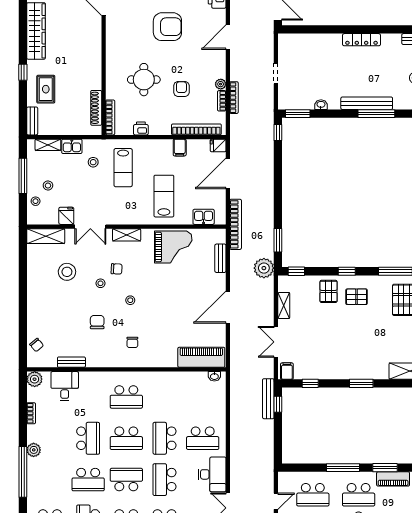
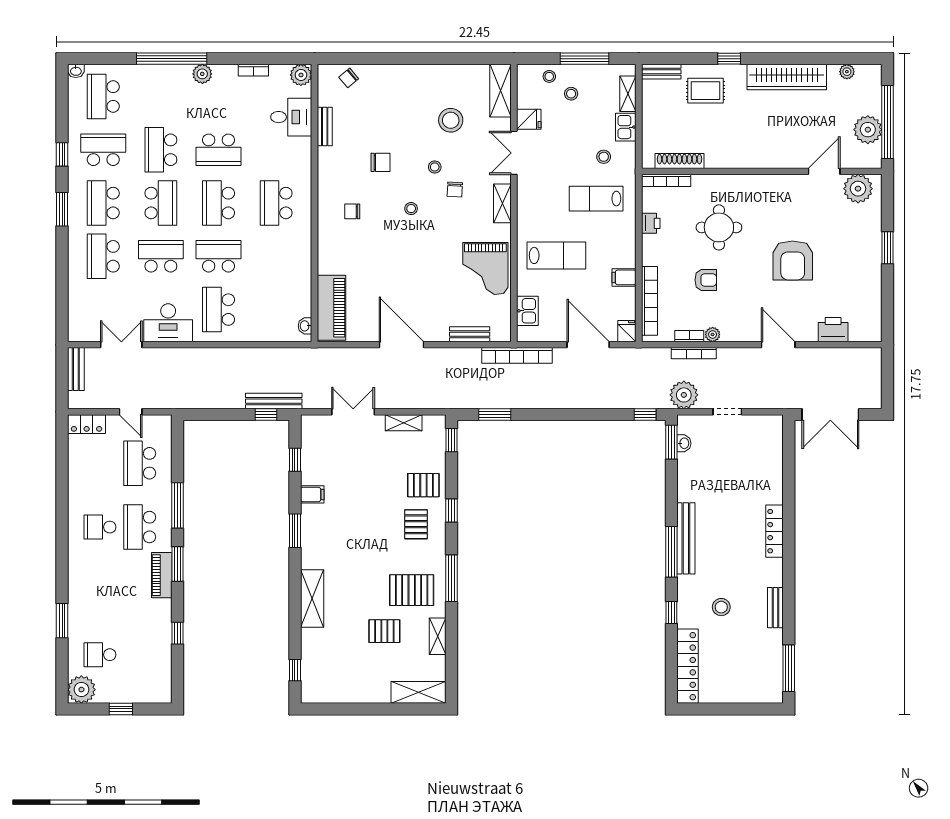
washbasin: (321, 105) -> (684, 443), moved
plant: (264, 268) -> (684, 395), moved
filing cabinet: (287, 371) -> (312, 494), moved

